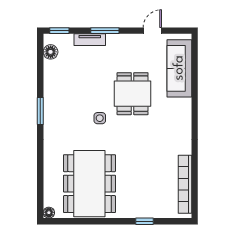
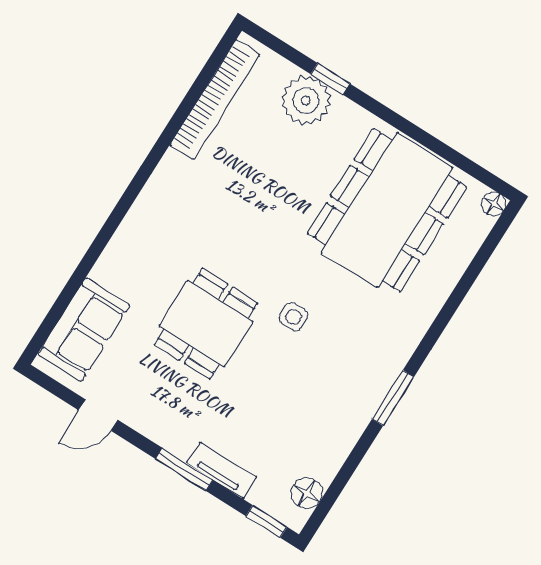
sofa: (179, 68) -> (84, 330), width x0.73
plant: (149, 207) -> (306, 100), added

